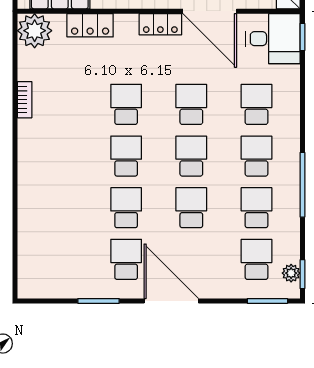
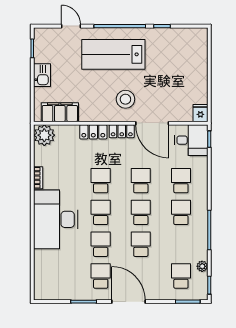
locker: (90, 25) -> (93, 132), moved
desk: (53, 167) -> (56, 219), added
school desk: (257, 208) -> (181, 244), removed
plant: (291, 273) -> (202, 266), moved

